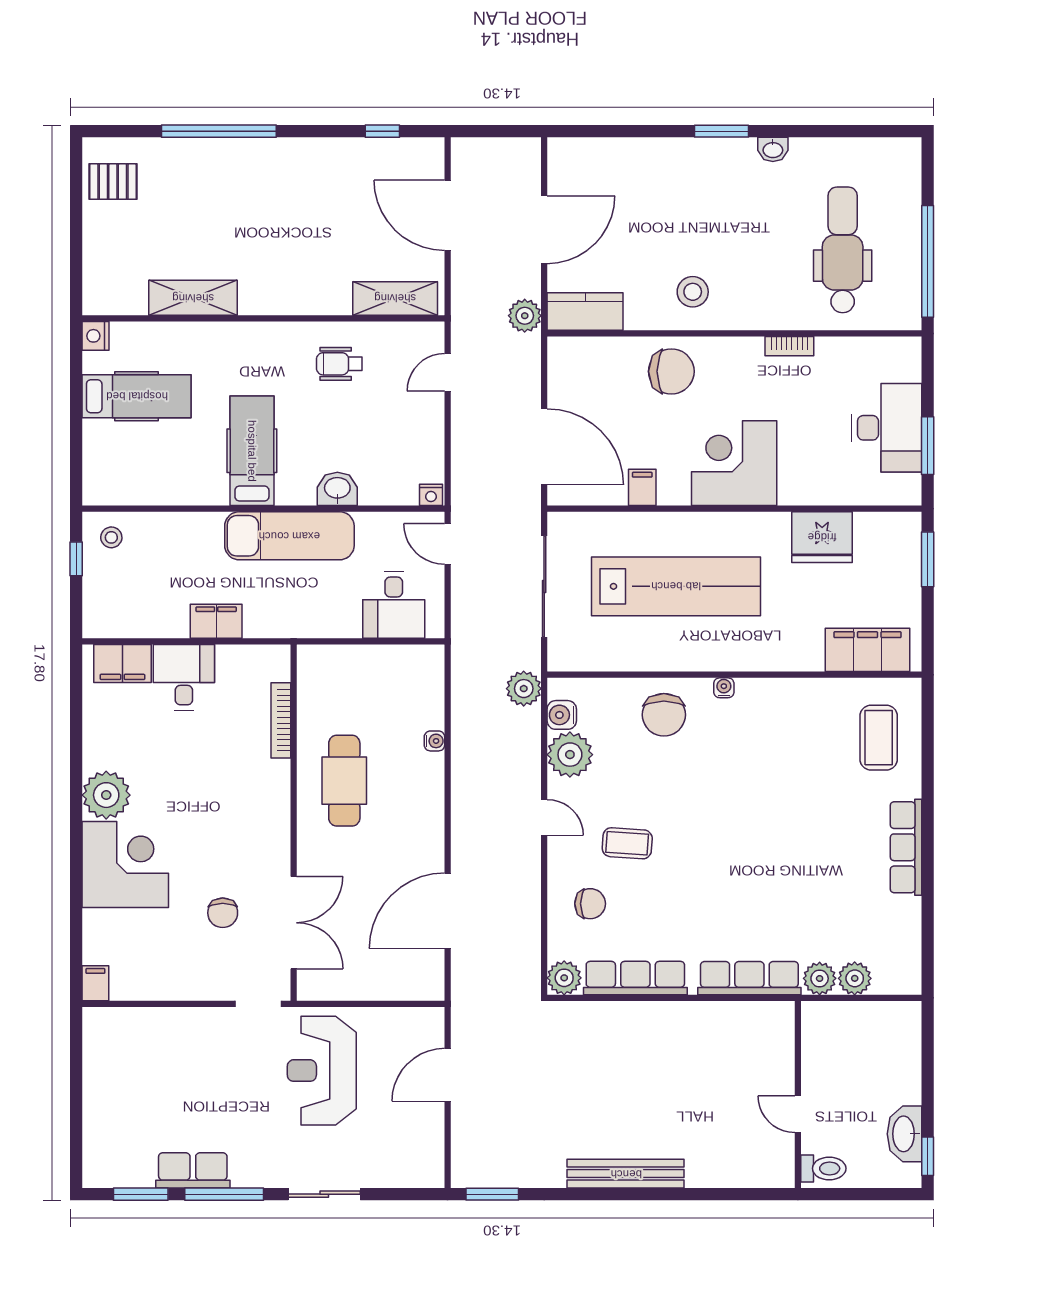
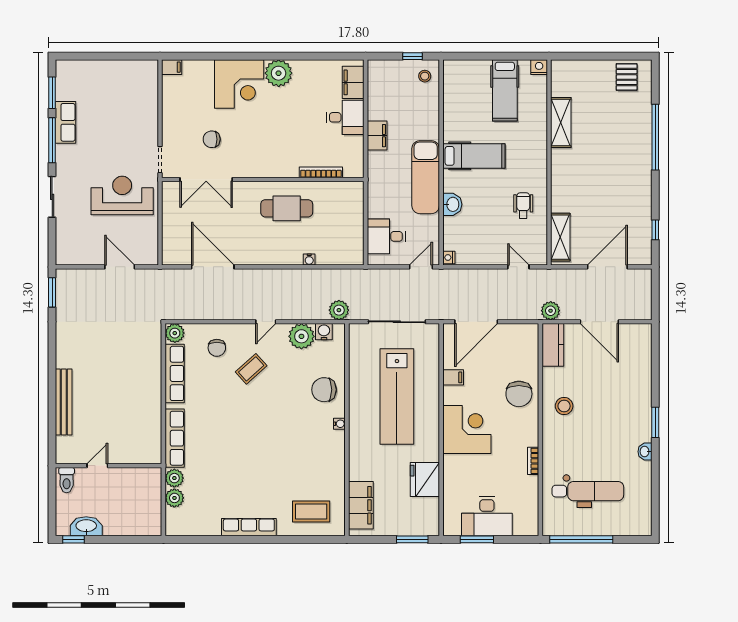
coffee table: (627, 843) -> (251, 369), turned 44
bench: (626, 1174) -> (64, 402), moved

